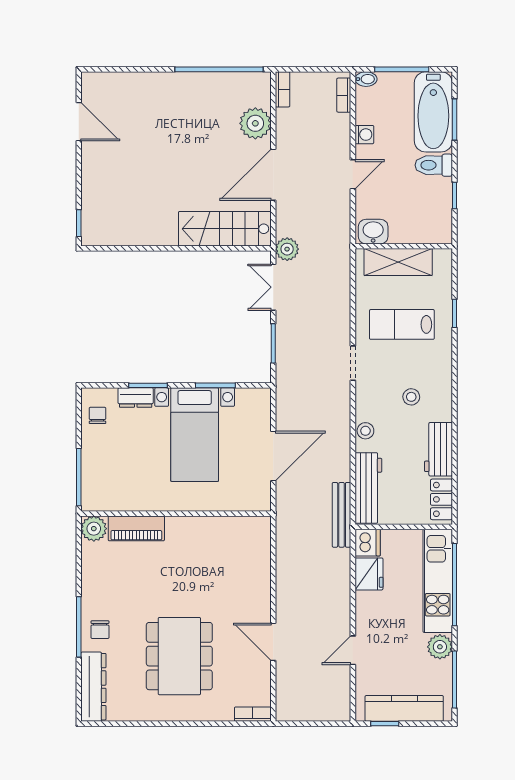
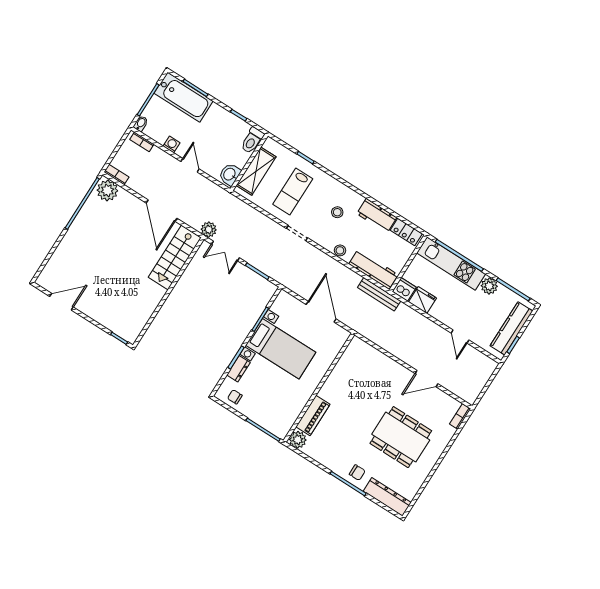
plant: (255, 123) -> (107, 190), moved
toilet: (434, 165) -> (252, 140), moved

